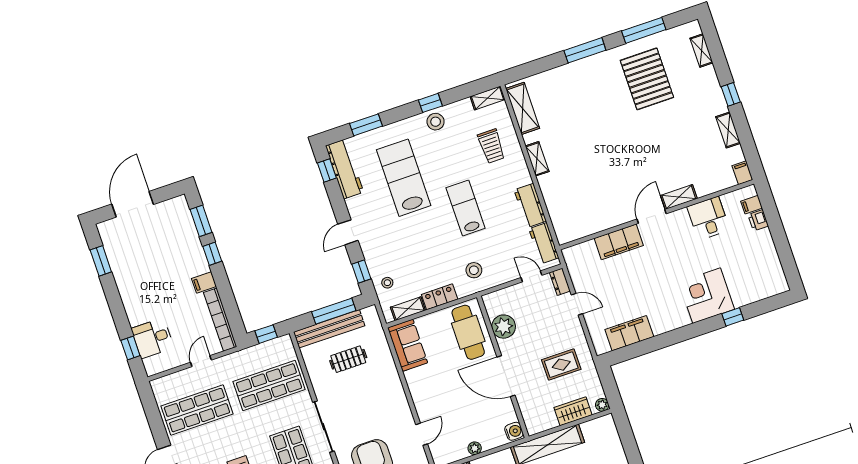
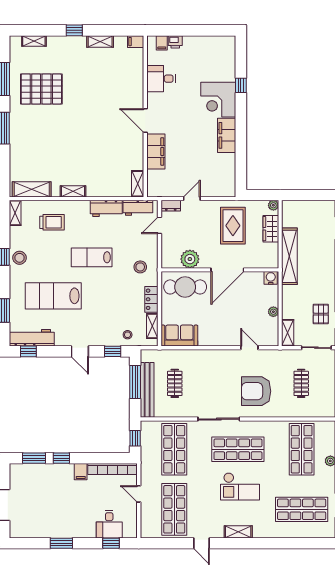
shelving: (679, 197) -> (138, 184), moved
window: (101, 261) -> (61, 543), moved
filing cabinet: (629, 333) -> (227, 135), moved
rug: (561, 365) -> (233, 226), width x1.36, depth x1.43

